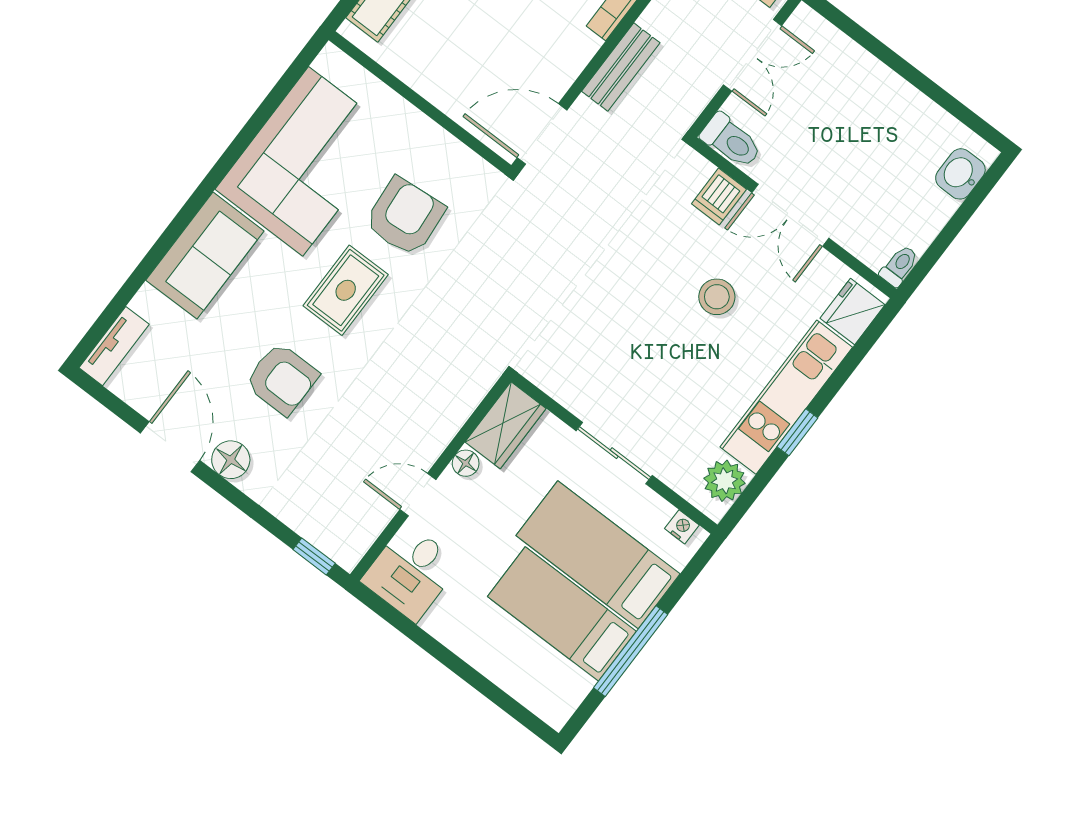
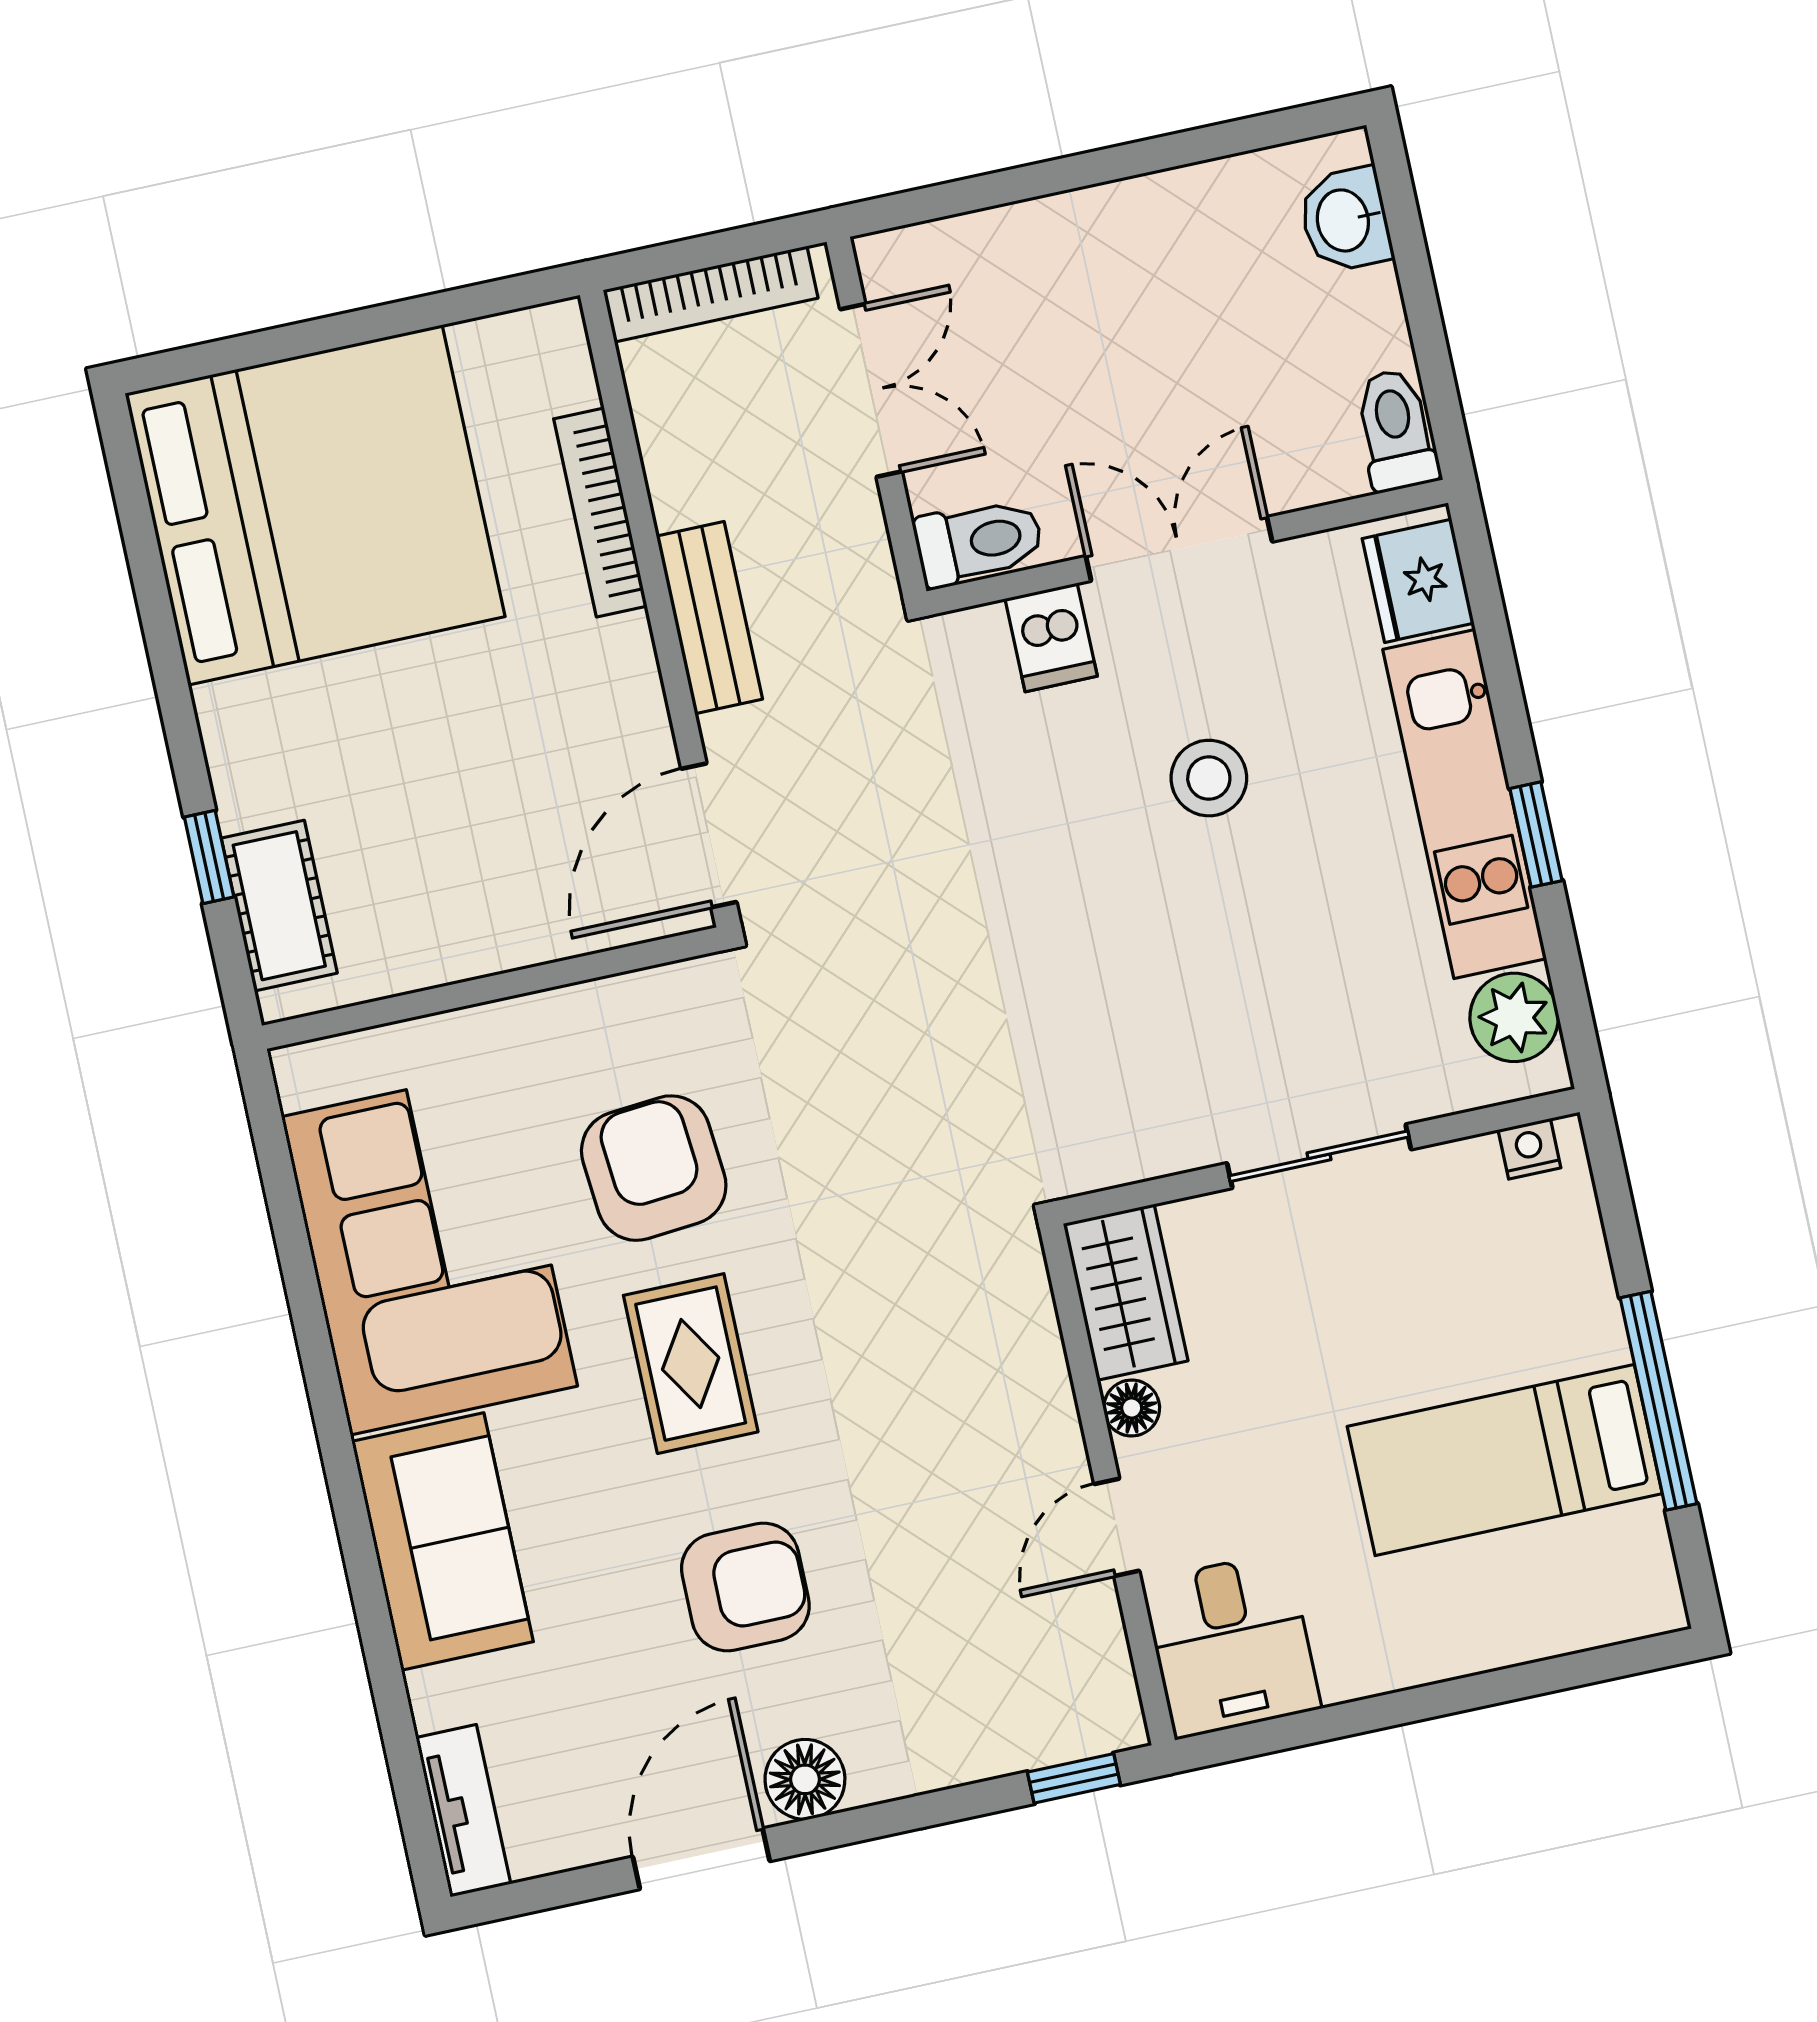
double door: (790, 215) -> (1179, 549), swing flipped
toilet: (899, 266) -> (1396, 430), width x1.37, depth x1.39
door: (170, 447) -> (701, 1859), hinge flipped
bed: (598, 555) -> (1459, 1321), removed

